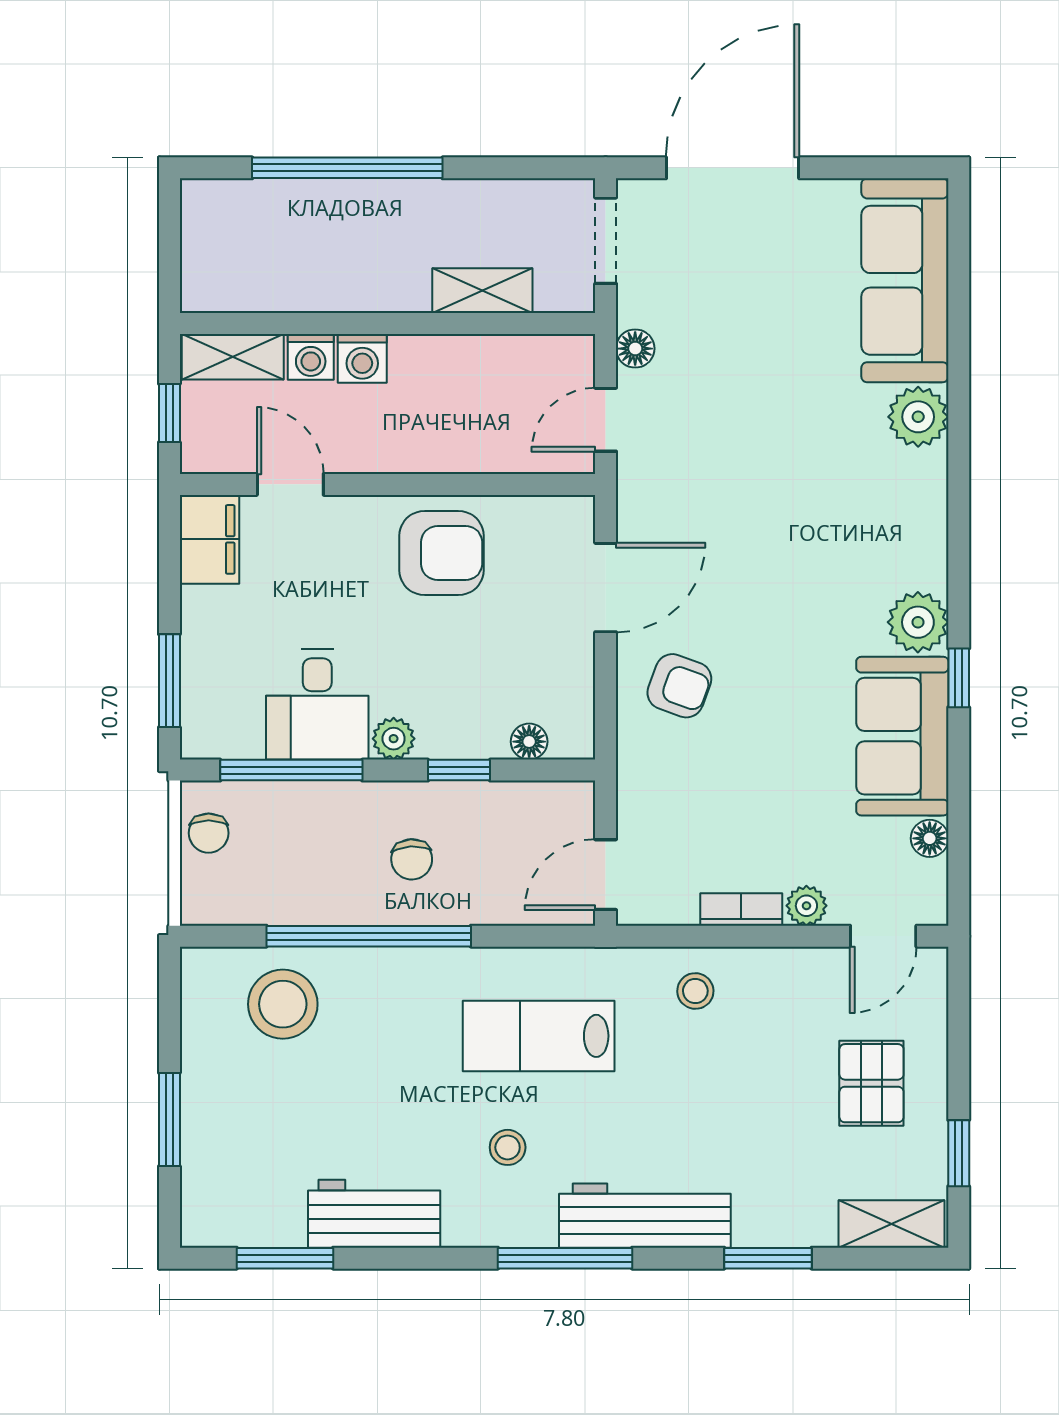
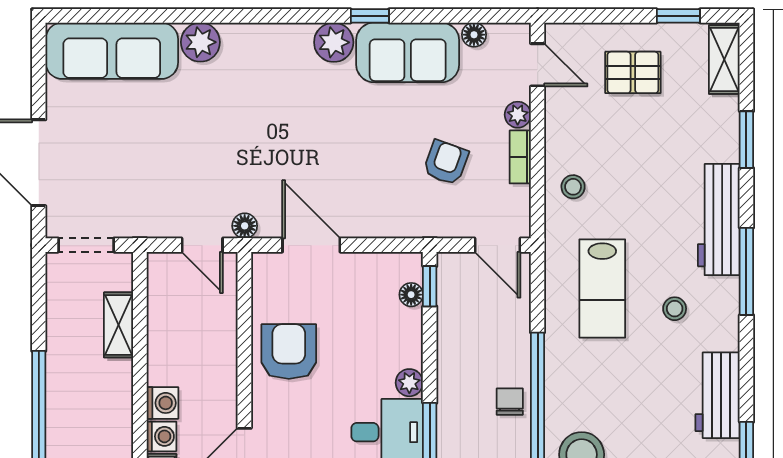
floor lamp: (635, 349) -> (245, 226), moved
armchair: (679, 686) -> (446, 162), moved
window: (459, 770) -> (430, 286), moved
chair: (412, 859) -> (510, 402), moved, turned -87

